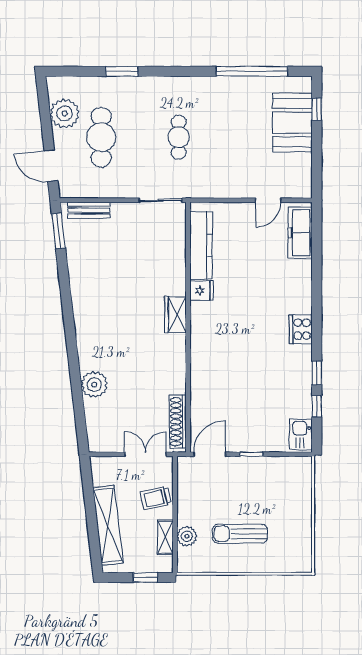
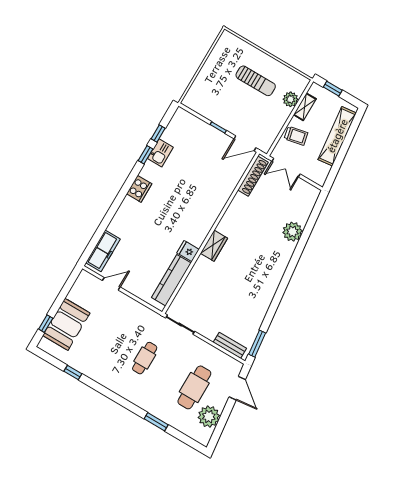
window: (252, 71) -> (73, 373), width x0.32
kitchen sink: (301, 434) -> (160, 153), moved

